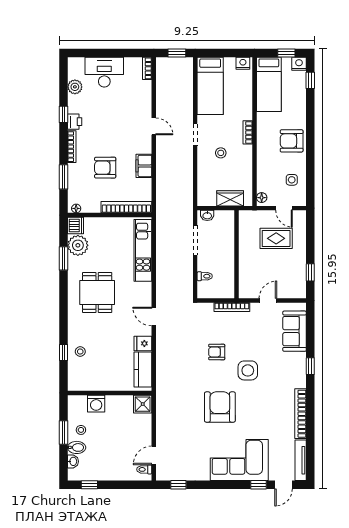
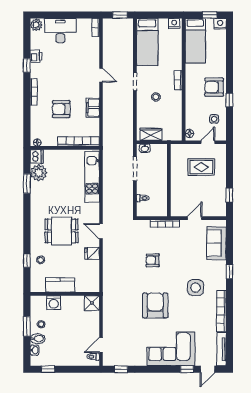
window: (310, 80) -> (229, 100), moved
plant: (75, 87) -> (36, 25), moved
printer: (75, 122) -> (36, 56), moved
window: (63, 177) -> (27, 117), removed
wardrobe: (230, 198) -> (151, 134), moved
door: (284, 208) -> (208, 142), swing flipped
dining table: (97, 292) -> (62, 231), moved, turned 90
kitchen counter: (143, 370) -> (60, 285), moved, turned 90
side table: (248, 370) -> (196, 288), moved

